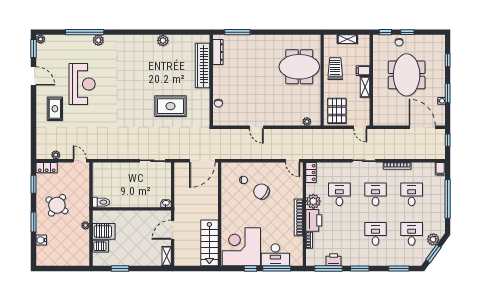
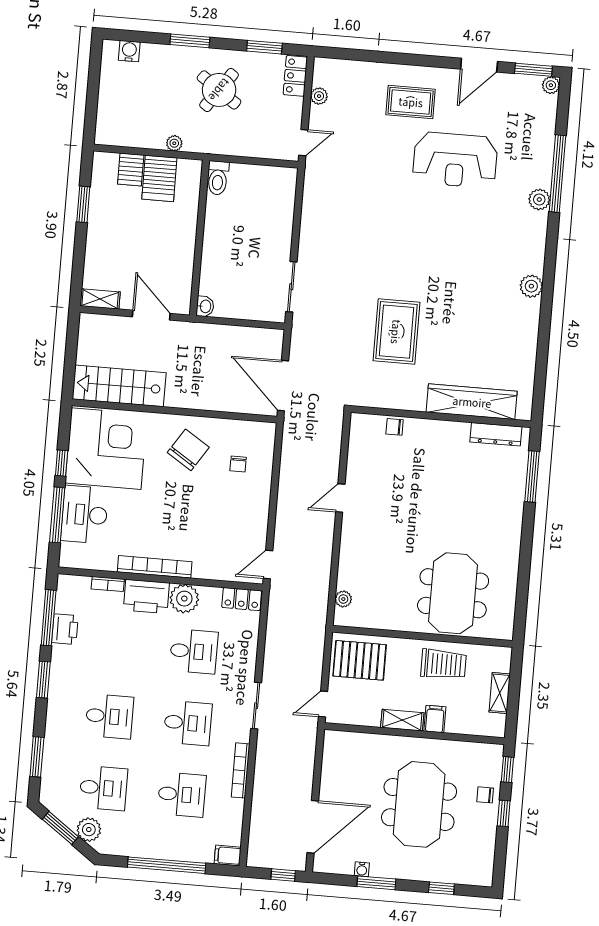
plant: (163, 40) -> (531, 286), moved
meeting table: (407, 75) -> (419, 804), turned 90
chair: (261, 191) -> (188, 450), moved
water cooler: (41, 240) -> (129, 51), moved

